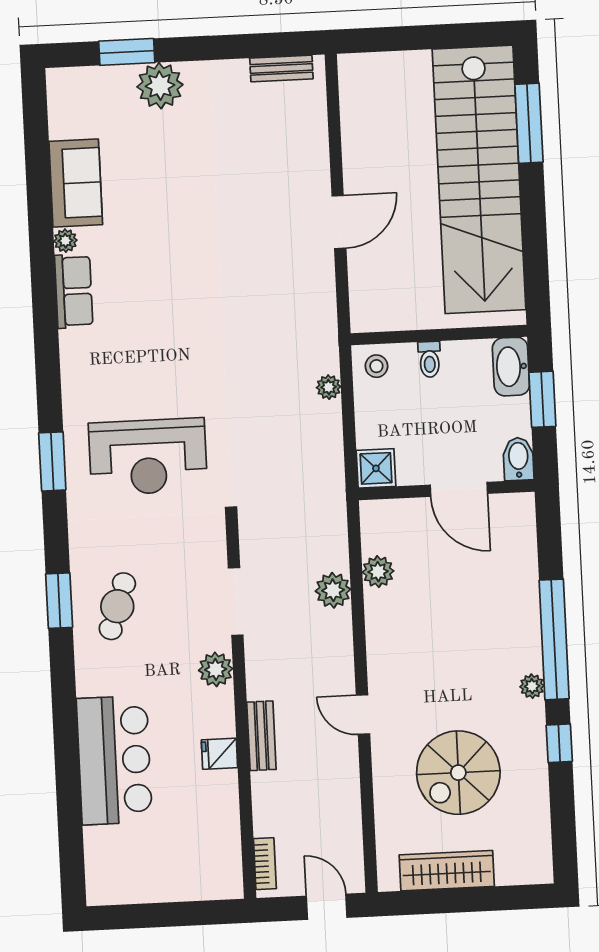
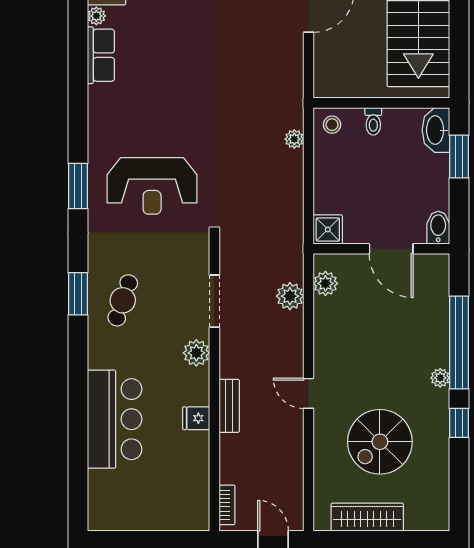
bidet: (518, 459) -> (438, 228), moved
shower: (376, 468) -> (328, 229), moved
door: (459, 489) -> (391, 249), moved
wall: (446, 490) -> (381, 249), moved

